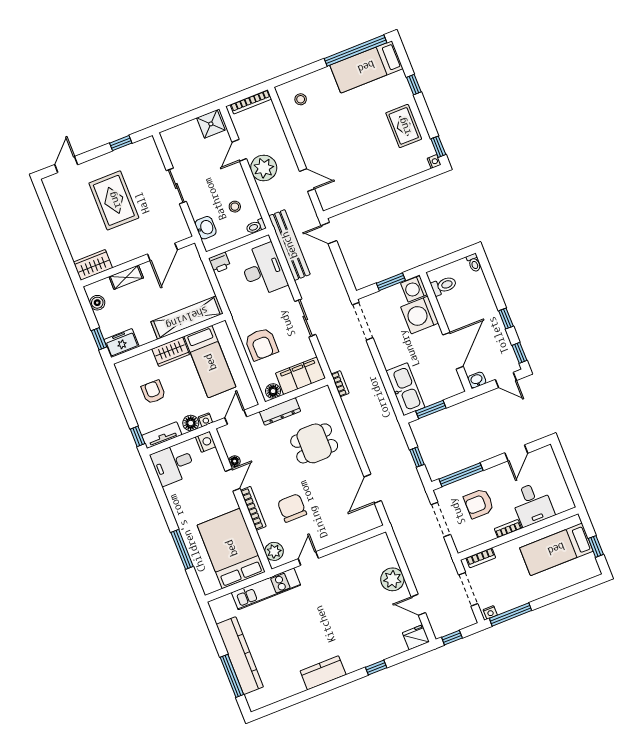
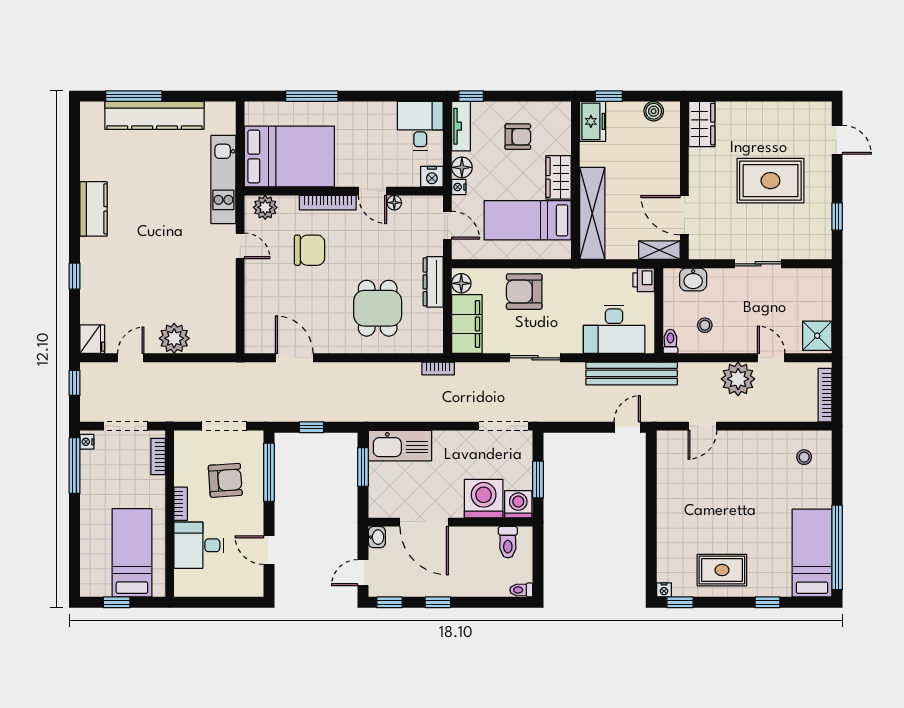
shelving: (126, 277) -> (659, 250), moved, turned 90
armchair: (479, 503) -> (225, 480), turned 86

